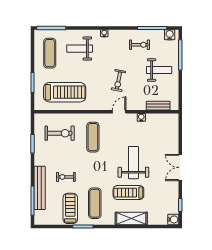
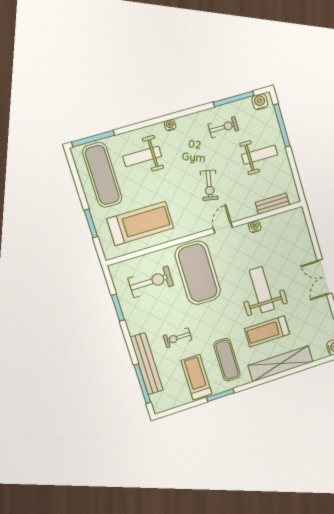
exercise mat: (50, 53) -> (102, 175), width x1.36, depth x1.45
exercise mat: (93, 137) -> (198, 273), width x2.00, depth x1.45
shelving: (131, 218) -> (281, 364), width x1.47

